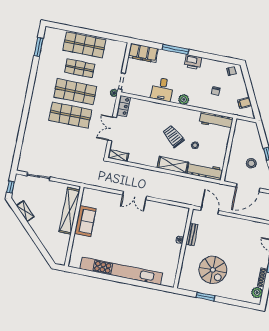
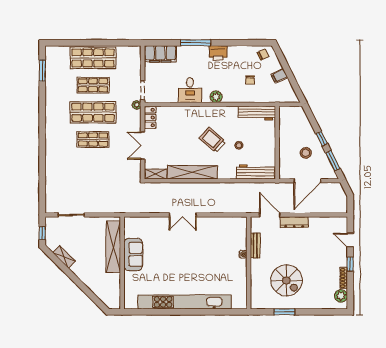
filing cabinet: (245, 103) -> (279, 76), moved
shop shelf: (70, 115) -> (93, 140), width x0.70, depth x0.74
shelving: (173, 165) -> (192, 172), moved, width x1.47
dresser: (229, 221) -> (294, 222), added

